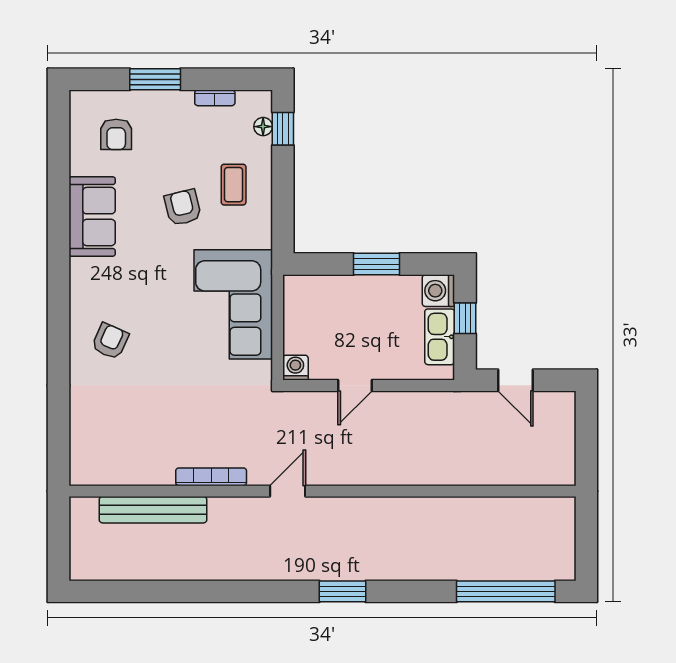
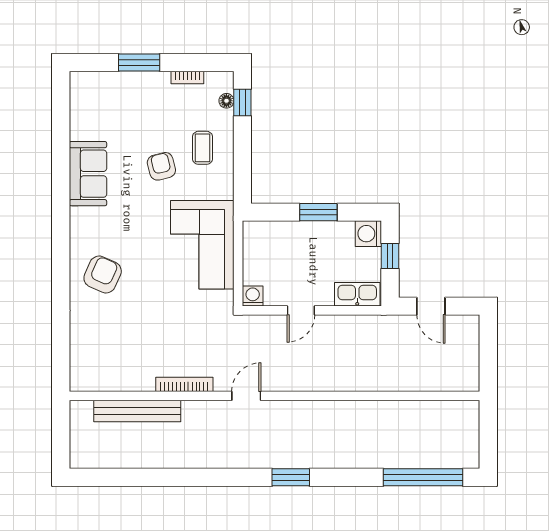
armchair: (116, 134) -> (107, 107), removed
kitchen sink: (440, 337) -> (357, 294), moved, turned 90
armchair: (110, 341) -> (103, 274), width x1.38, depth x1.38

